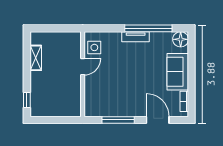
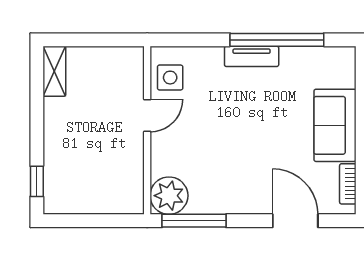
floor lamp: (181, 39) -> (341, 61), removed
shelving: (36, 58) -> (54, 71), moved
plant: (94, 107) -> (169, 196), added
window: (118, 120) -> (194, 221), moved

